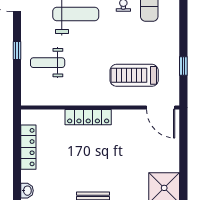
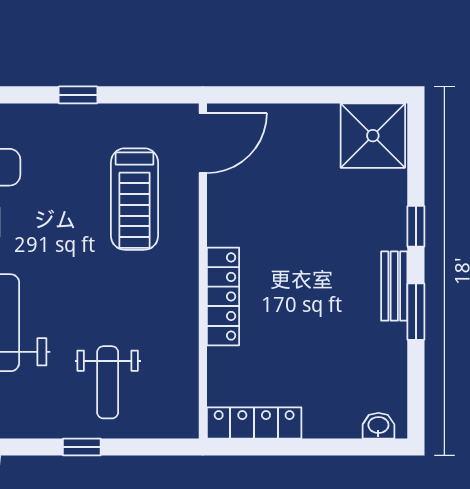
window: (183, 66) -> (78, 95), moved
locker: (28, 147) -> (254, 423), moved

